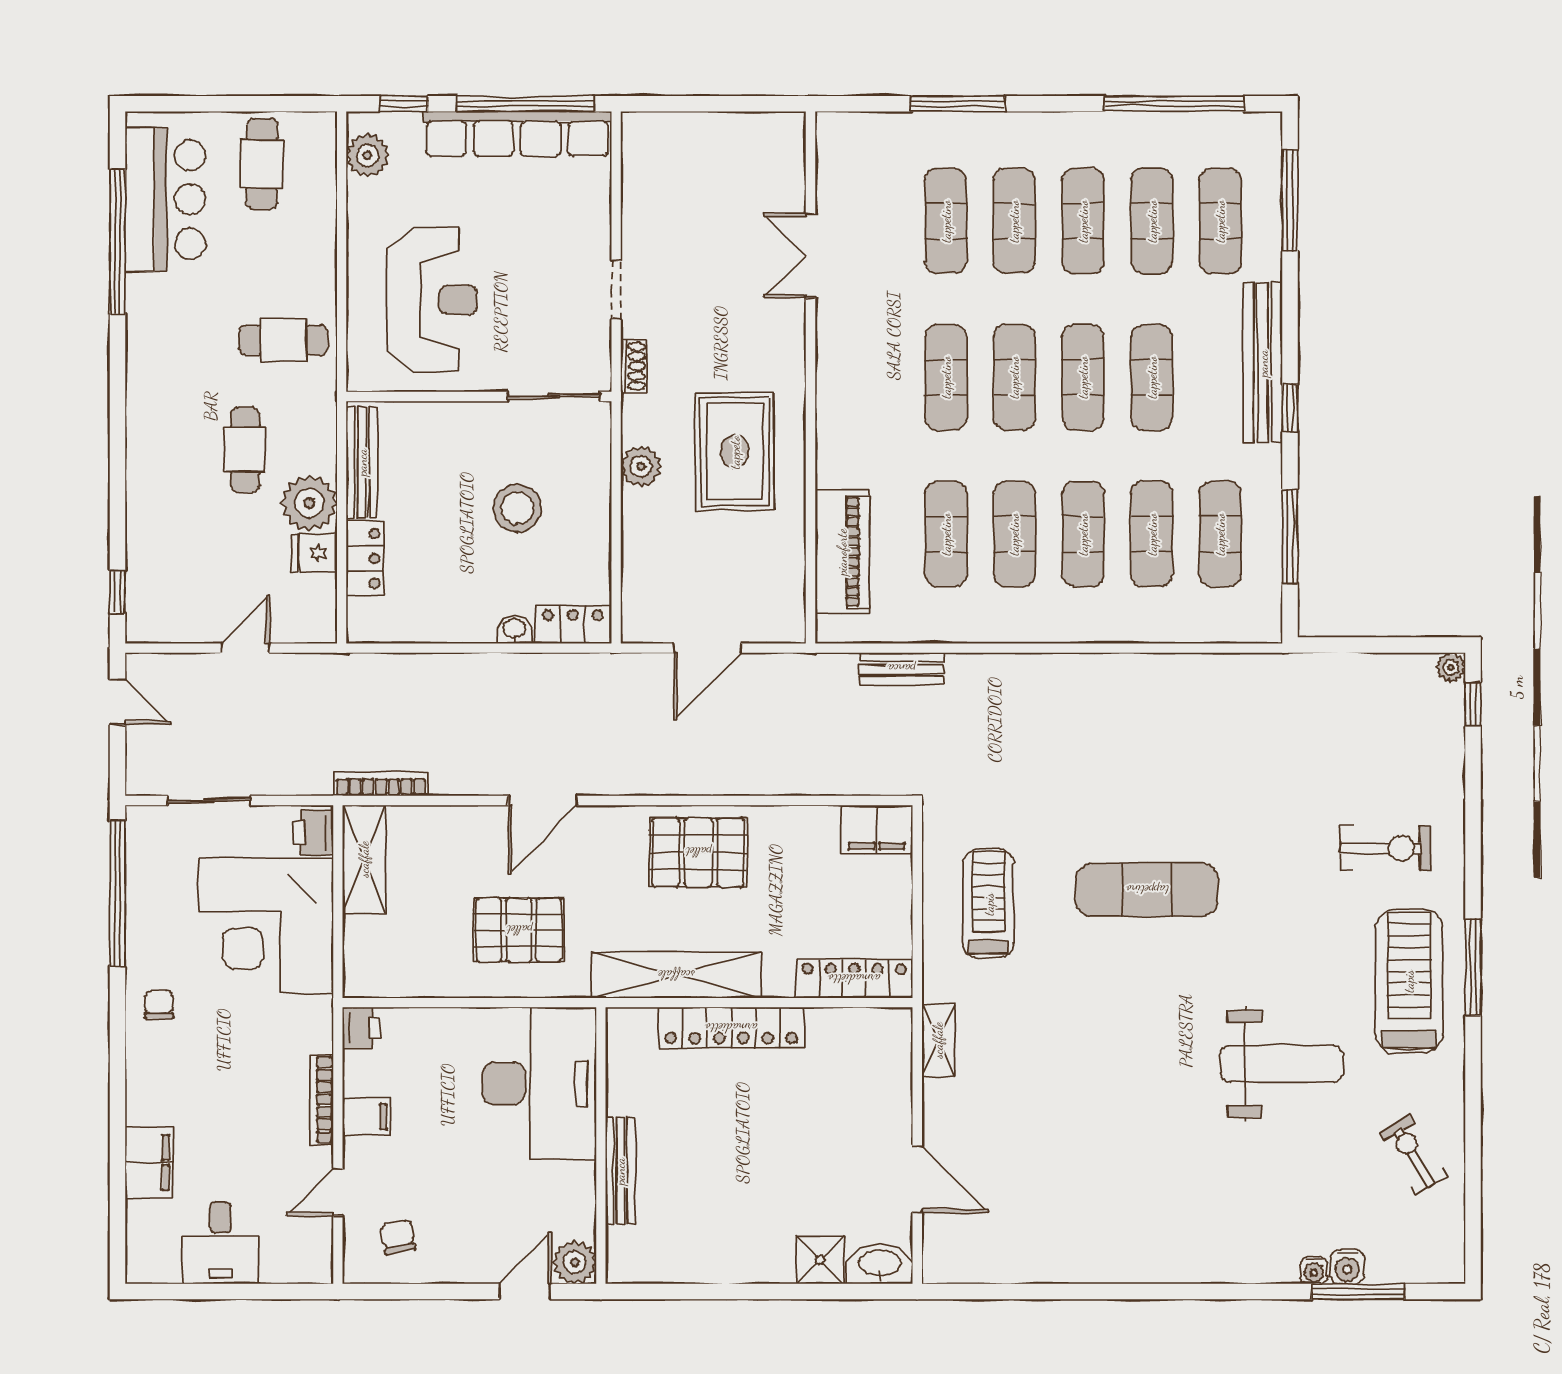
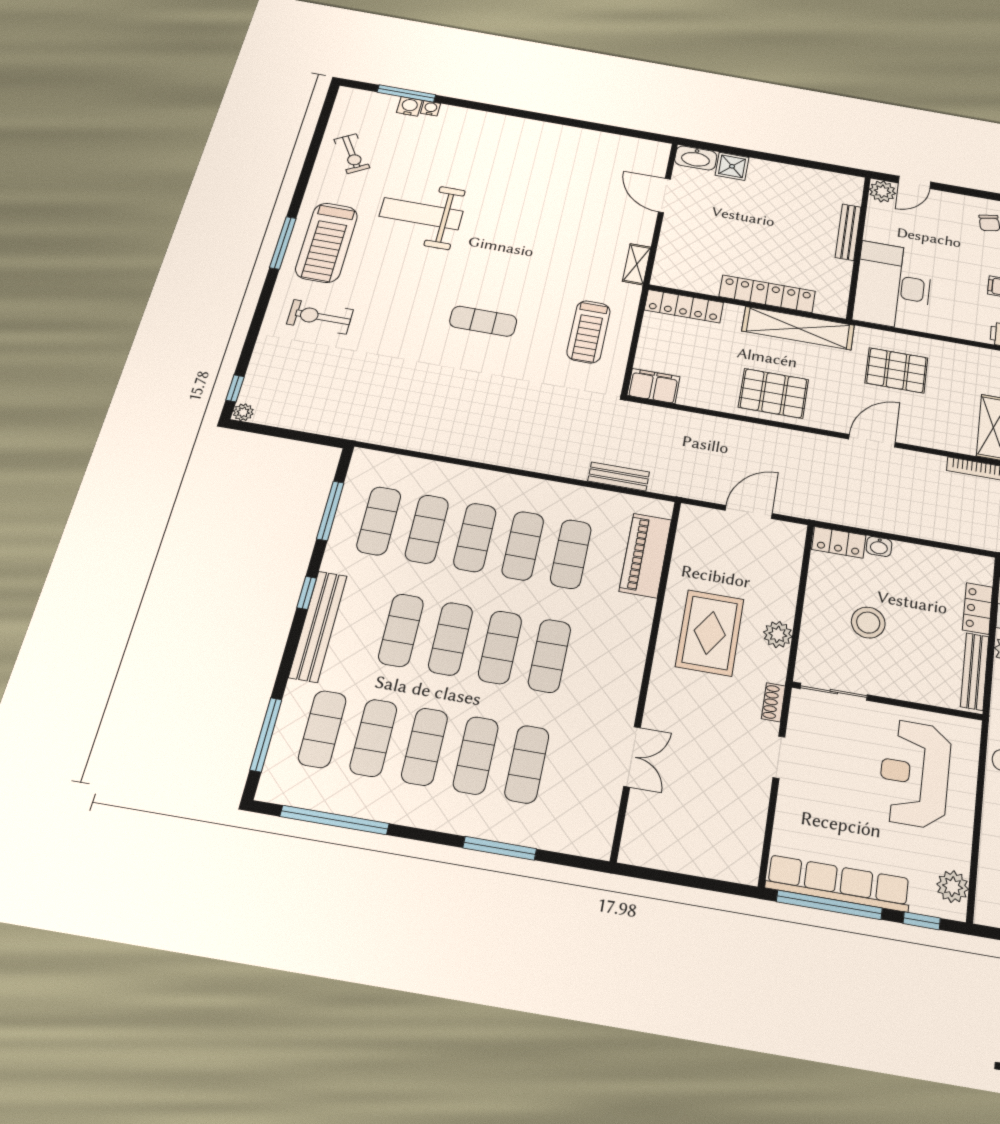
exercise mat: (1147, 890) -> (483, 321), width x0.73, depth x0.69

